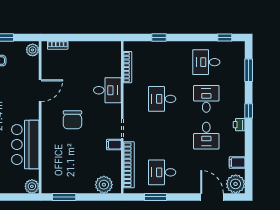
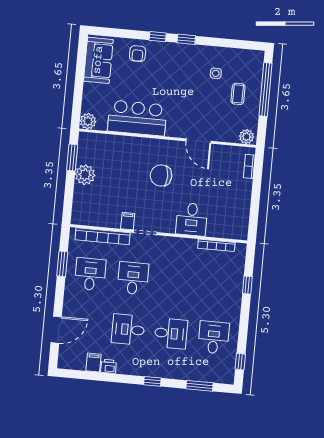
desk: (162, 99) -> (133, 278), moved
printer: (239, 125) -> (109, 366), moved
plant: (236, 184) -> (69, 358), removed
plant: (104, 185) -> (85, 175), moved

